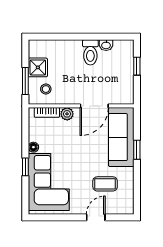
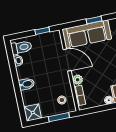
bidet: (75, 49) -> (26, 84), added
toilet: (90, 52) -> (21, 47), moved
window: (137, 66) -> (42, 31), moved
shower: (38, 67) -> (33, 113), moved

